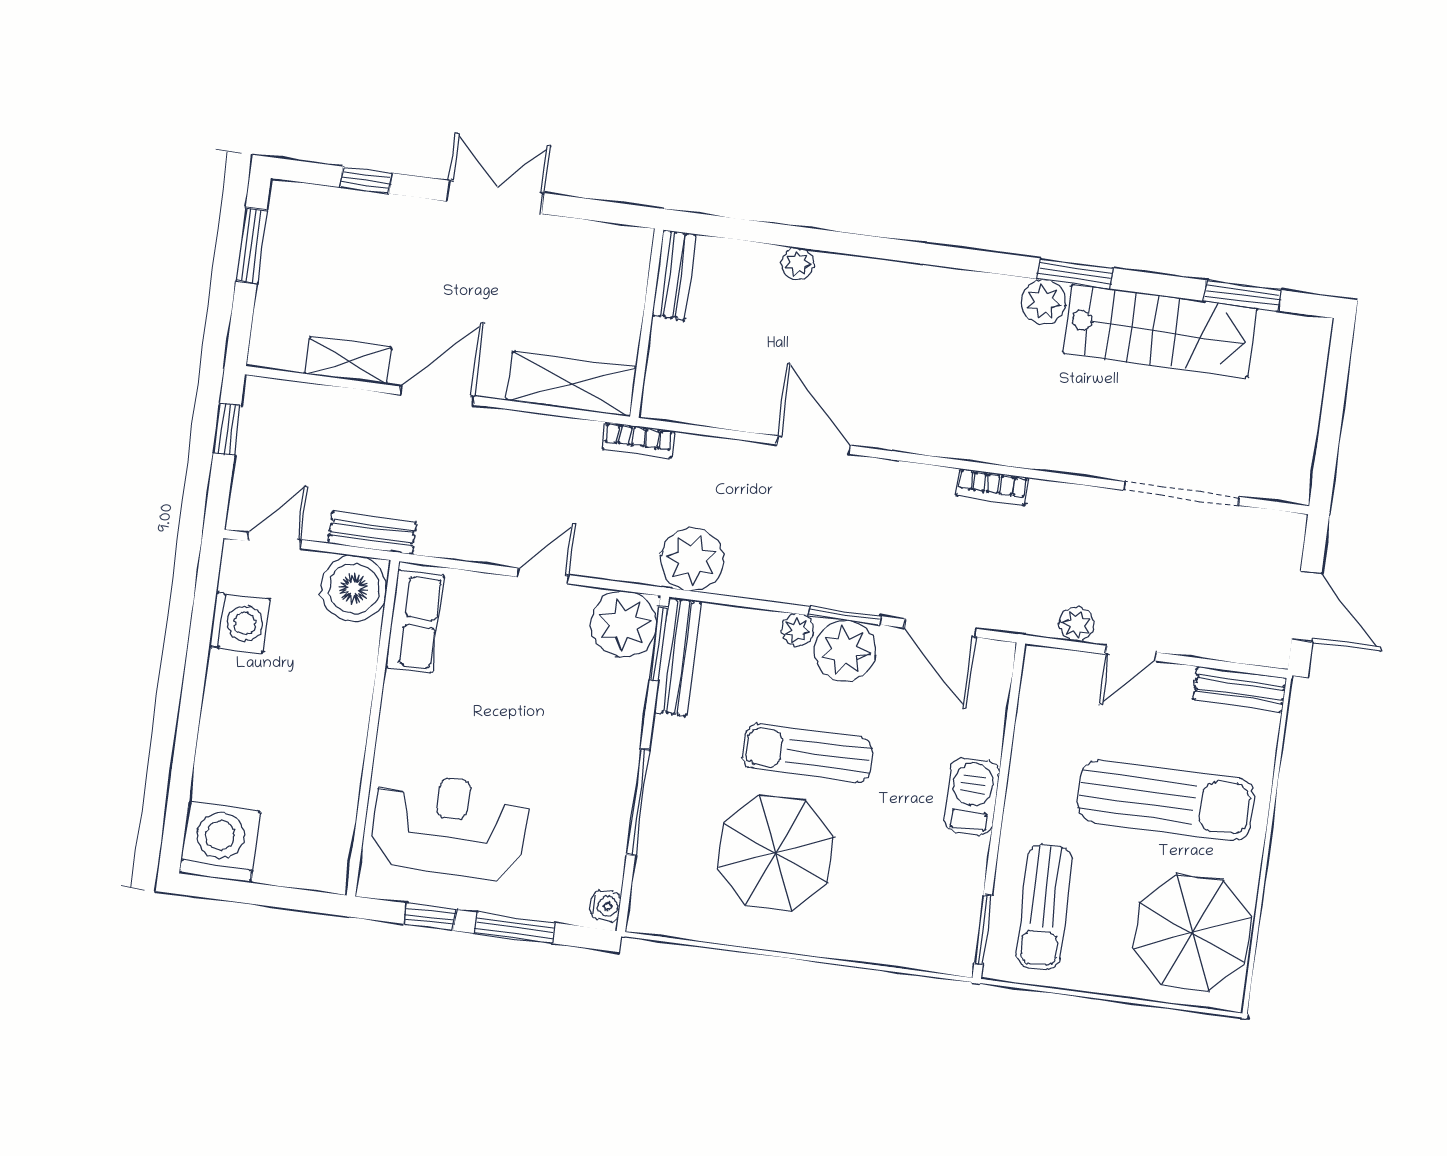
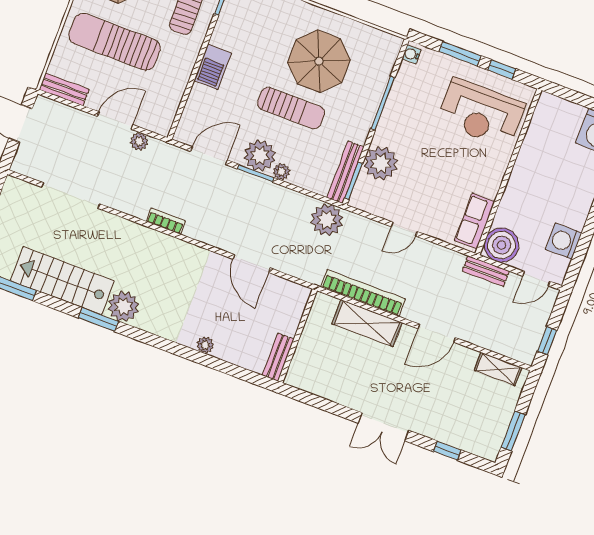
plant: (798, 264) -> (205, 345), moved
bench: (674, 275) -> (278, 357), moved
plant: (1043, 302) -> (123, 306), width x1.36, depth x1.36
wall: (647, 323) -> (298, 336), moved
shelving: (348, 361) -> (498, 369), moved
bookcase: (638, 440) -> (363, 293), width x2.31, depth x1.31
plant: (624, 624) -> (381, 163), moved
door: (940, 628) -> (209, 156), hinge flipped
door: (1131, 653) -> (115, 120), width x1.38

